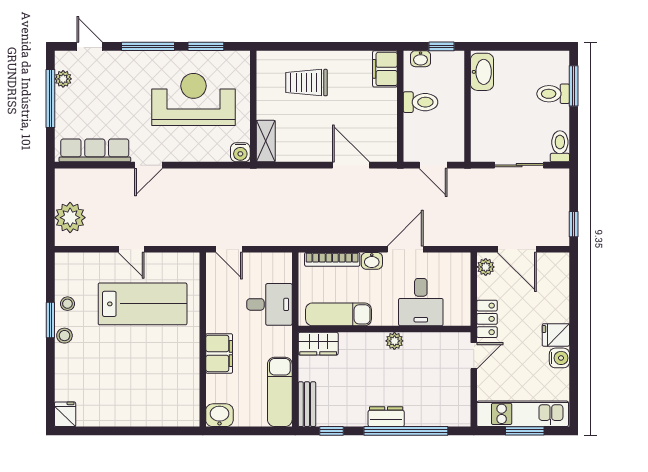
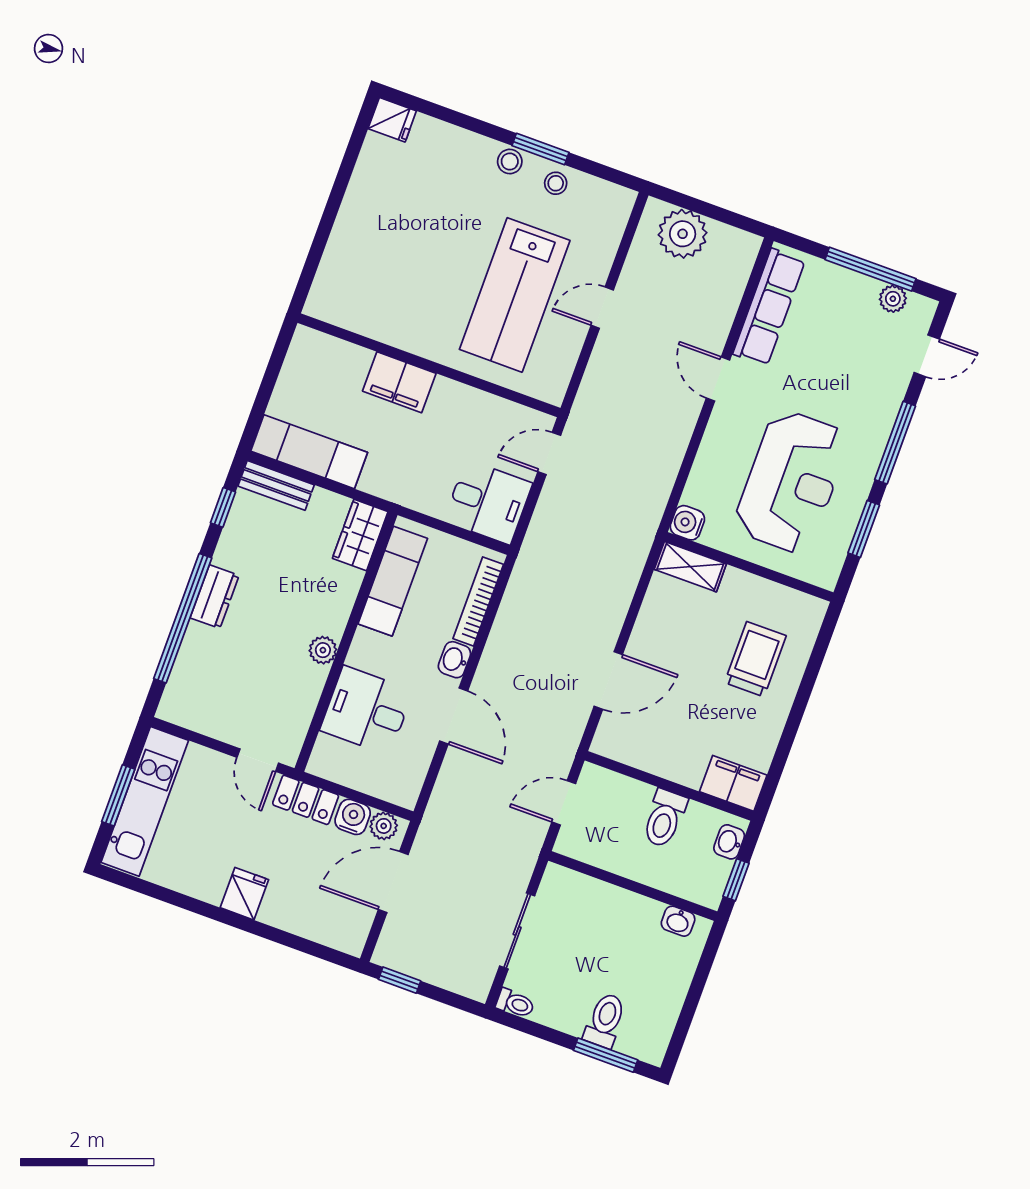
washbasin: (482, 72) -> (678, 921), width x0.52, depth x0.69
toilet: (560, 146) -> (515, 1003), width x0.73, depth x0.72
desk: (269, 304) -> (488, 502), moved, turned -90
water cooler: (559, 358) -> (353, 817), moved, turned 180
washbasin: (219, 415) -> (307, 349), removed

